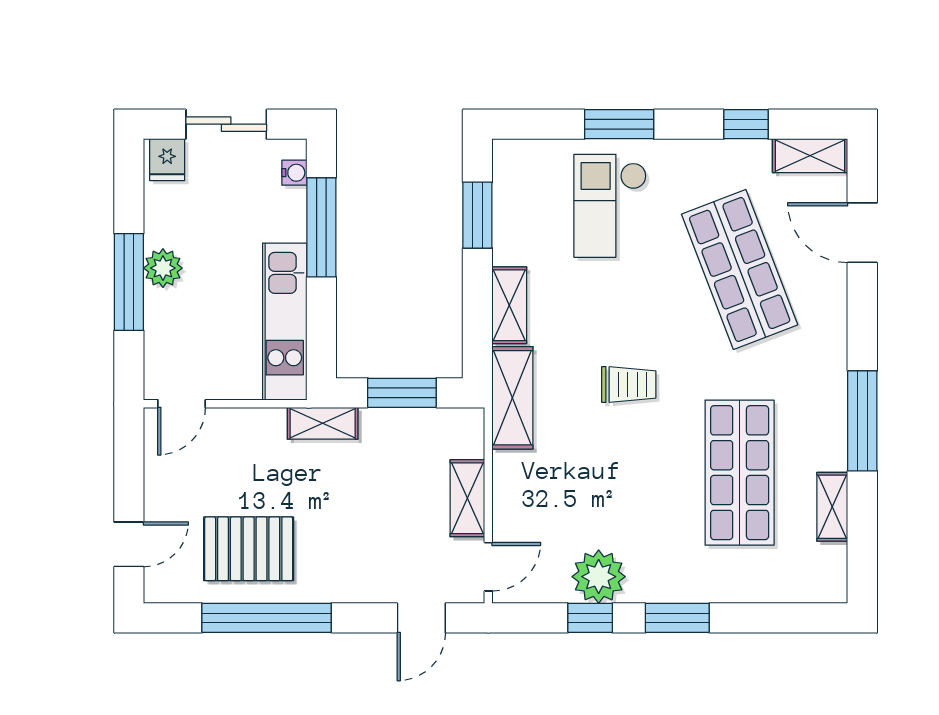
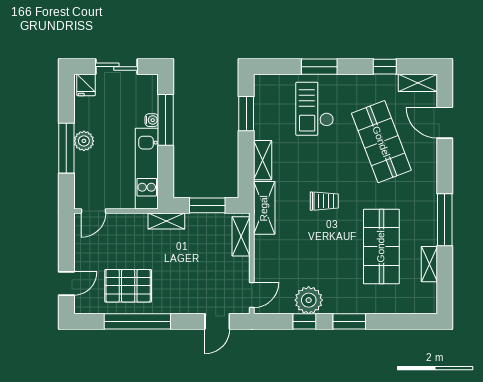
water cooler: (294, 173) -> (152, 120), moved
shelving: (467, 498) -> (241, 236), moved

